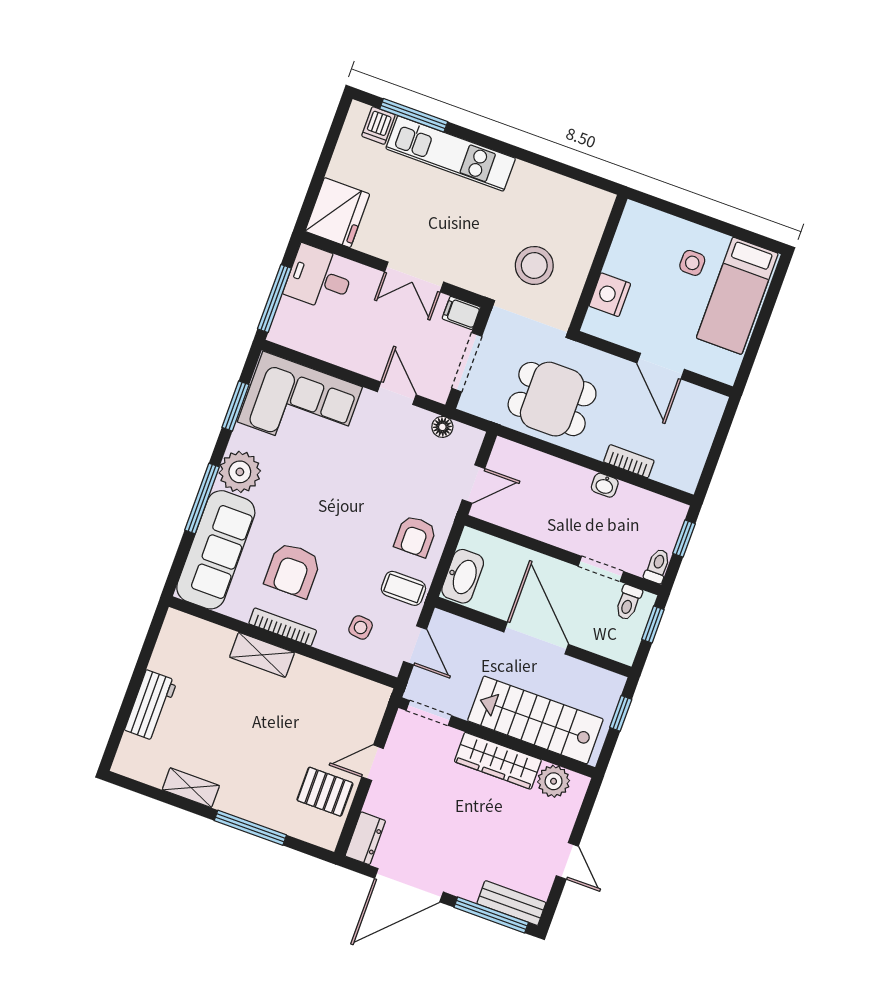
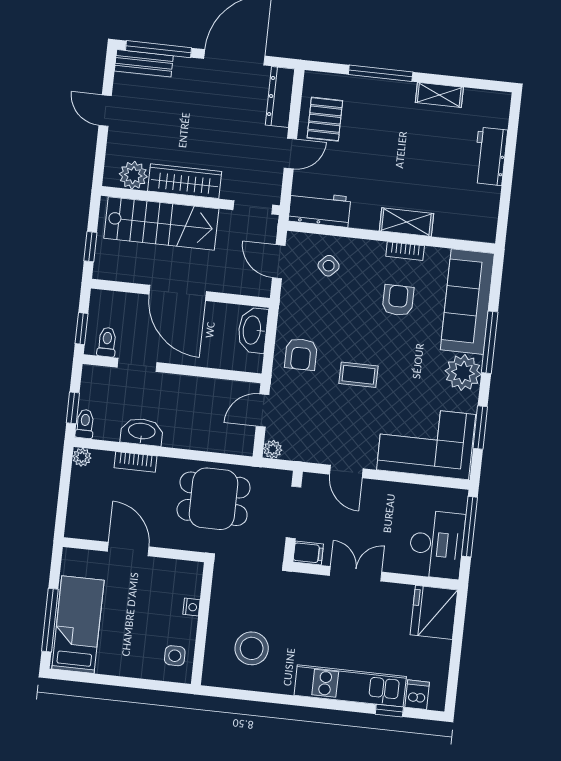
window: (414, 115) -> (389, 711), width x0.46
side table: (692, 263) -> (175, 656), moved
stool: (534, 265) -> (252, 648), moved
desk: (319, 278) -> (437, 544), width x1.37
nightstand: (610, 295) -> (191, 607), width x0.53, depth x0.56
window: (767, 308) -> (50, 620), added
floor lamp: (442, 427) -> (301, 452), removed
plant: (473, 438) -> (273, 449), added
plant: (687, 481) -> (82, 457), added
washbasin: (605, 485) -> (142, 432), width x1.91, depth x1.45
armchair: (415, 536) -> (301, 354), turned 180
toilet: (657, 566) -> (85, 424), moved, turned 180
armchair: (293, 570) -> (398, 300), width x0.72, depth x0.72
coffee table: (403, 588) -> (358, 375), moved
bookcase: (283, 627) -> (405, 251), width x0.64
side table: (361, 627) -> (329, 266), turned 38
workbench: (355, 693) -> (319, 209), added
pallet: (325, 792) -> (325, 119), turned 90
dresser: (365, 838) -> (280, 97), width x1.44

